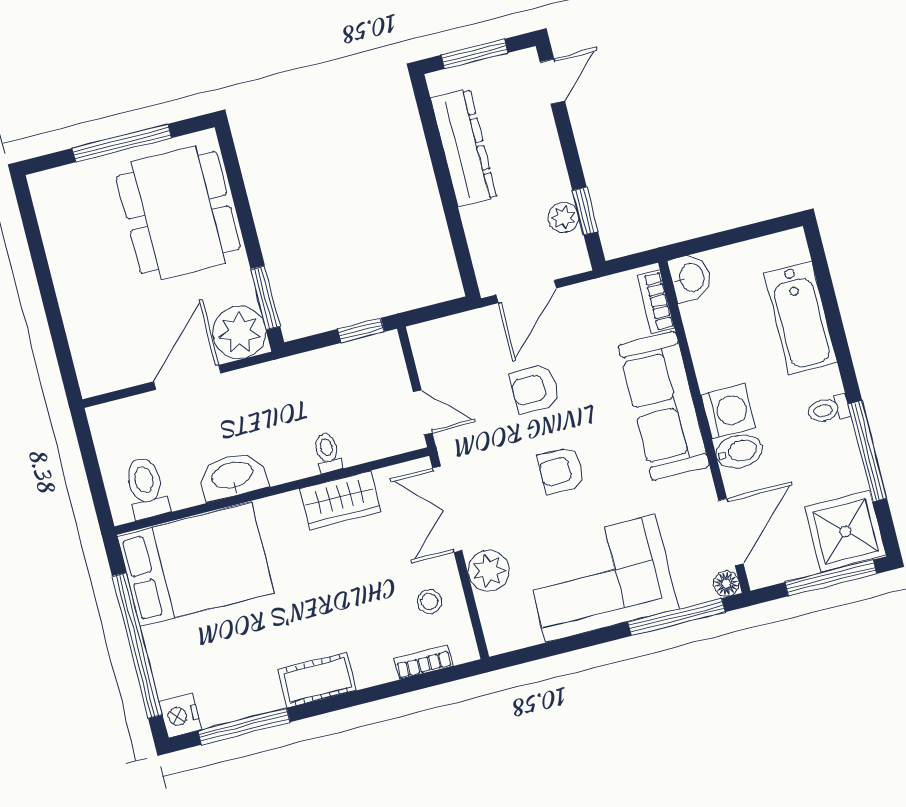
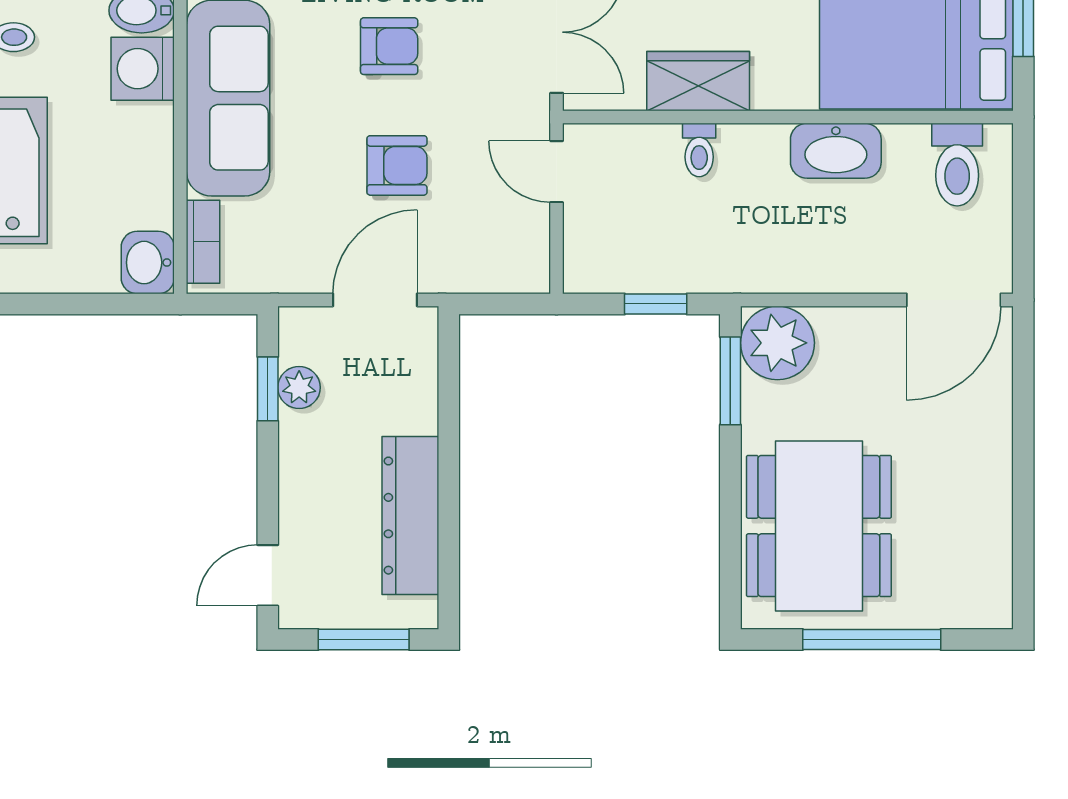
window: (361, 330) -> (656, 304), moved
door: (187, 377) -> (954, 300), moved

